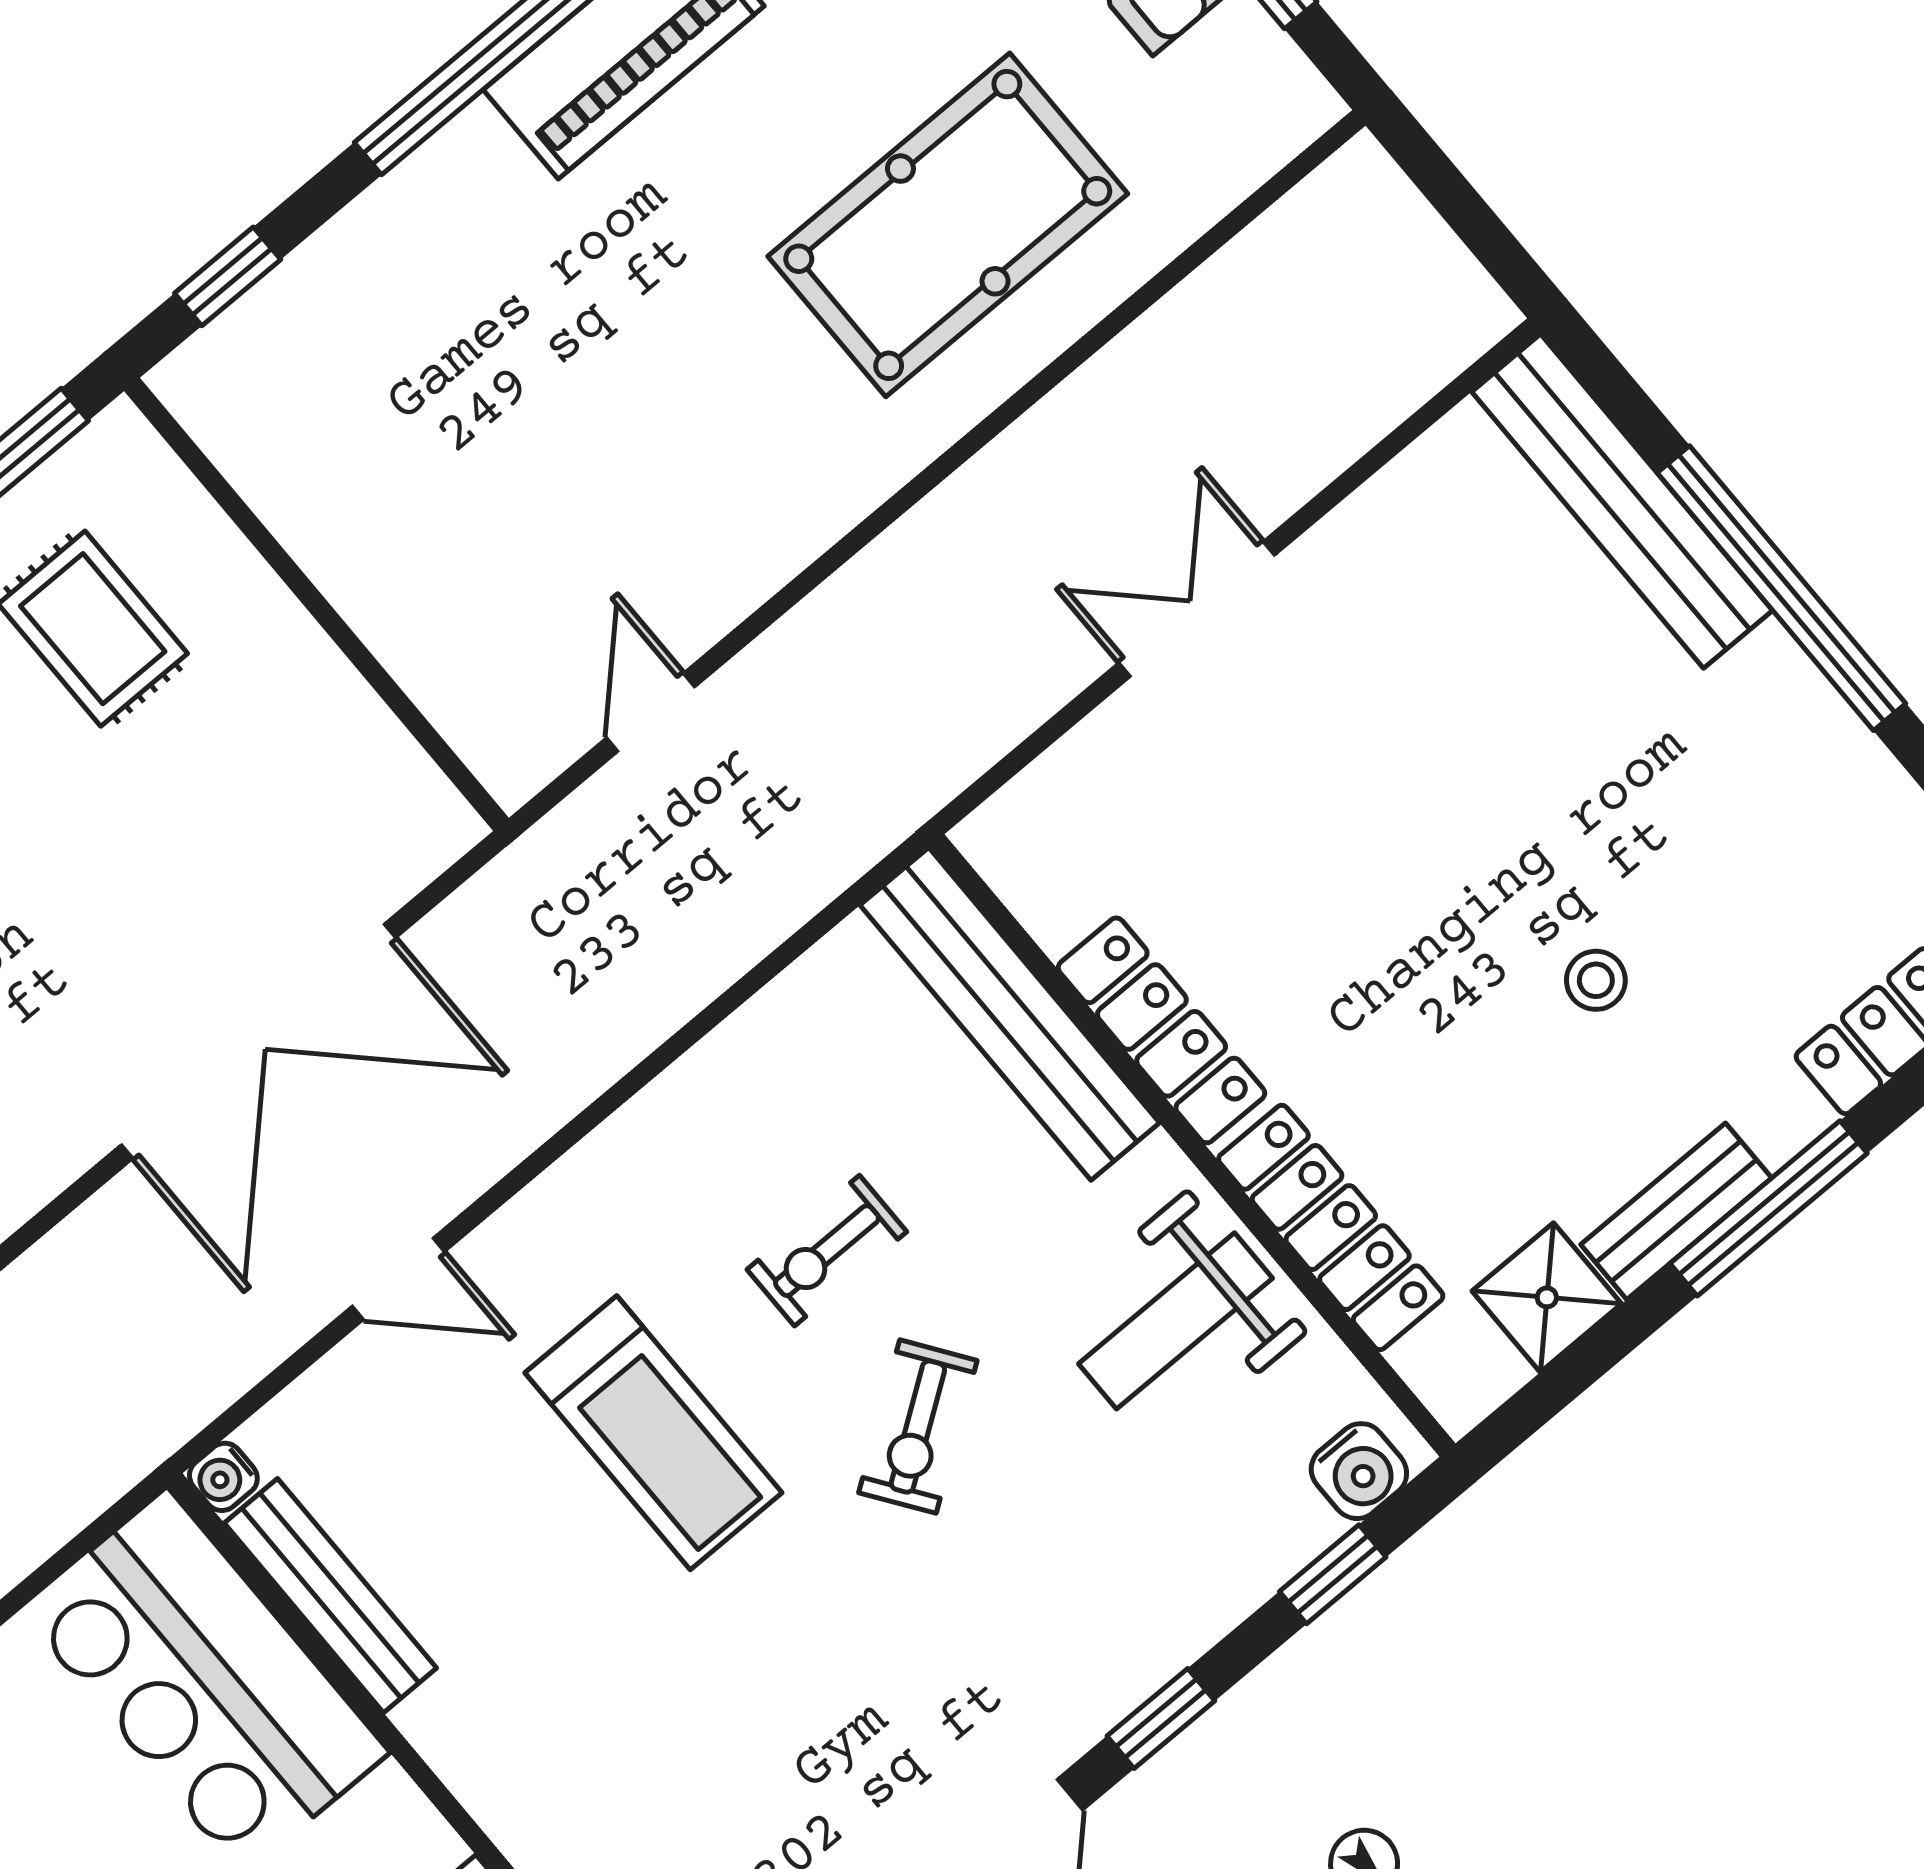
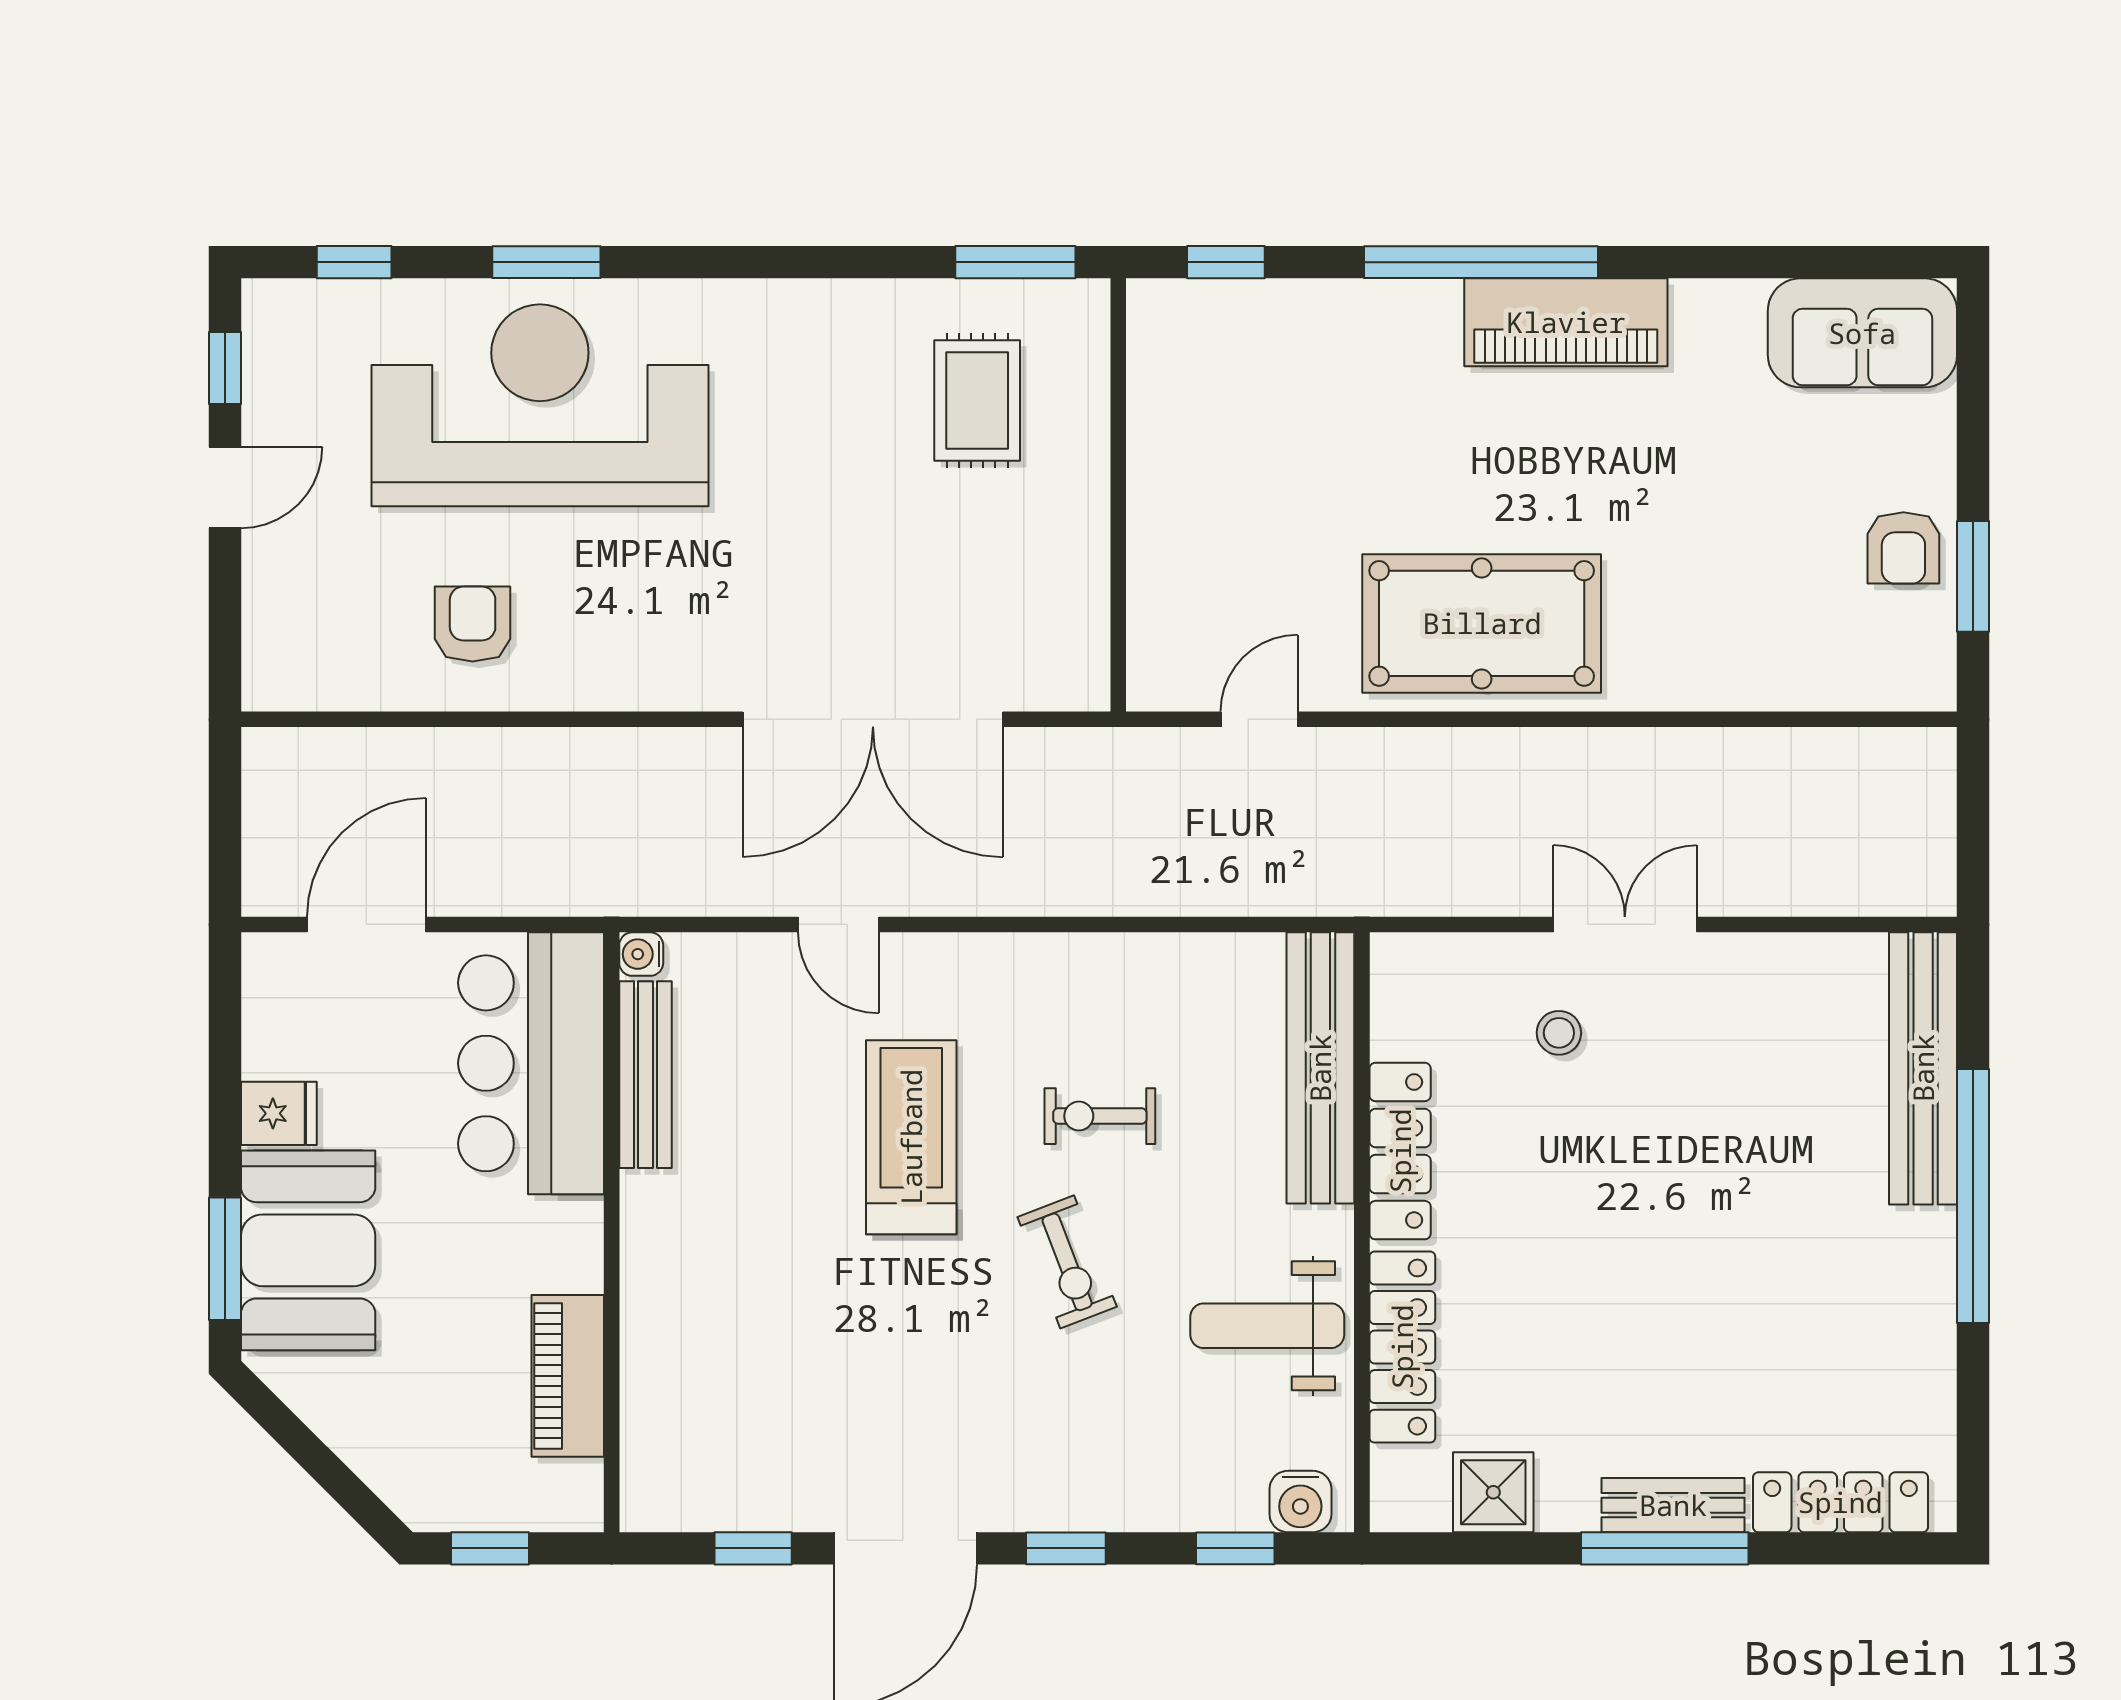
pool table: (948, 225) -> (1482, 623), moved
stool: (1596, 980) -> (1559, 1033), moved
bench: (1676, 1211) -> (1673, 1505), moved
exercise bike: (918, 1427) -> (1067, 1262), turned -76
treadmill: (654, 1433) -> (911, 1137), turned 180

